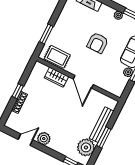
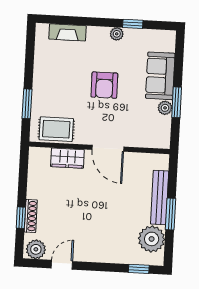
window: (18, 91) -> (21, 218), moved
plant: (44, 139) -> (36, 249), moved

